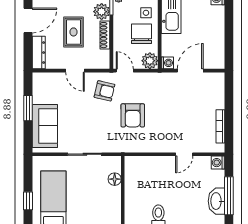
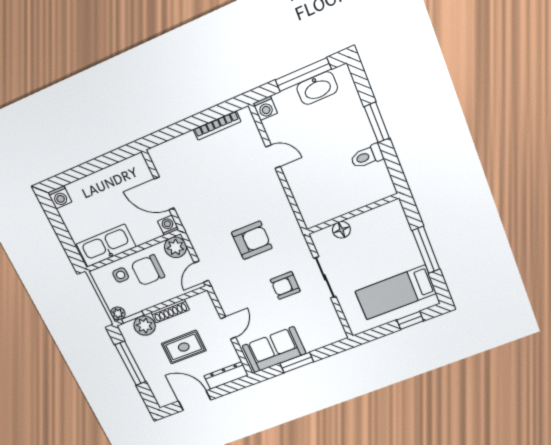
armchair: (104, 91) -> (285, 285), moved, turned -103
sofa: (45, 126) -> (274, 350), moved

